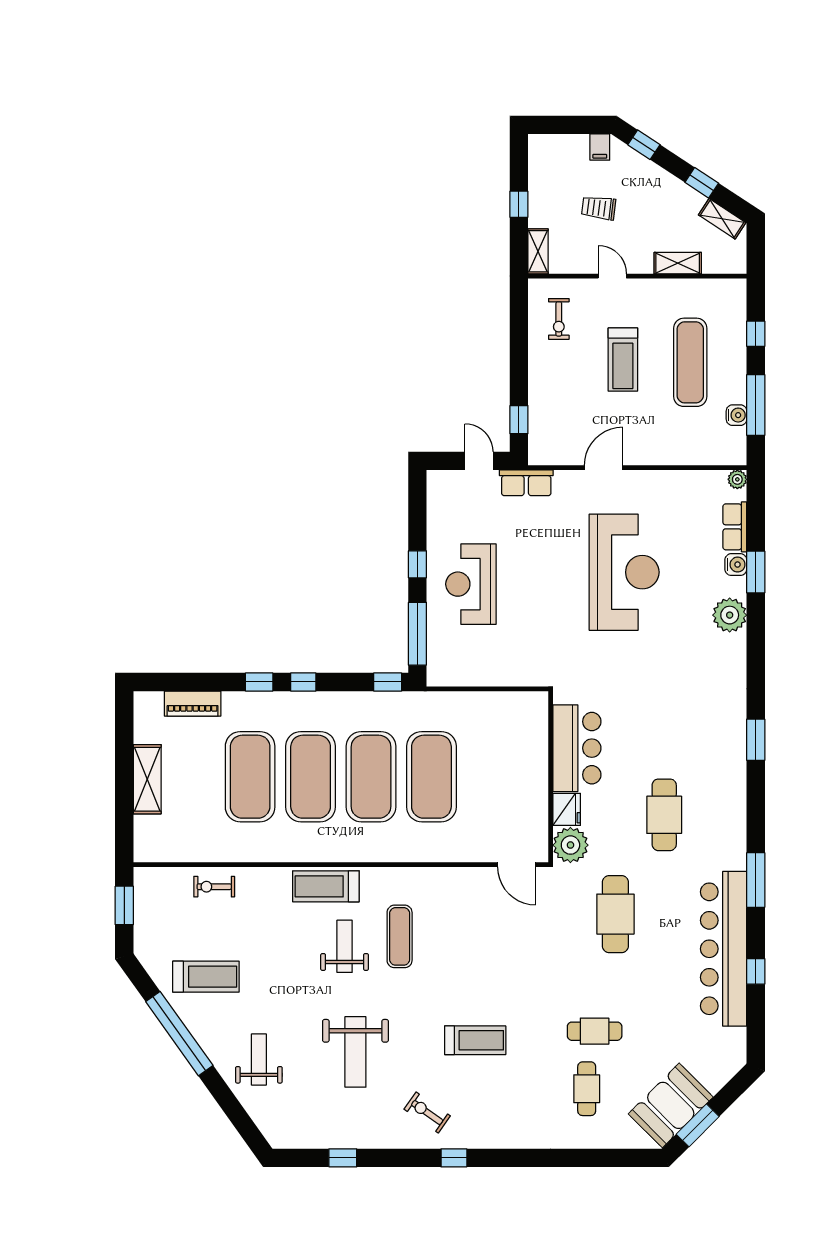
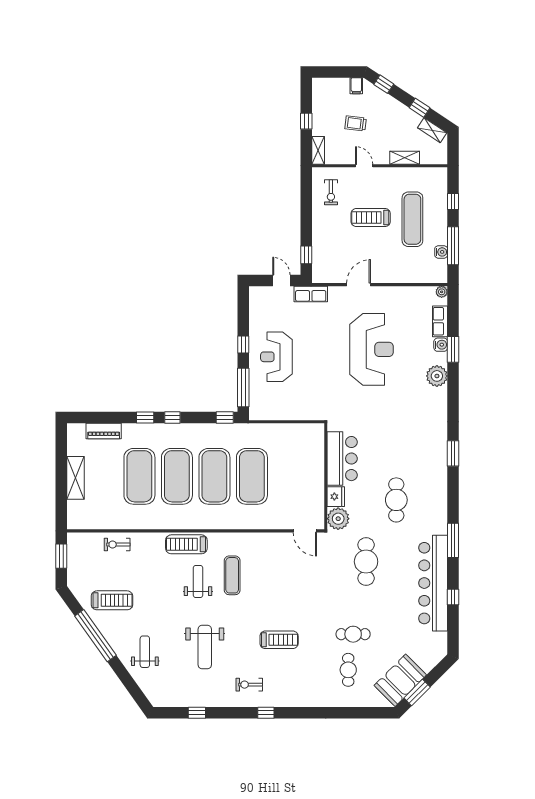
treadmill: (623, 360) -> (371, 218), turned 90
exercise bike: (427, 1113) -> (249, 685), turned -35

